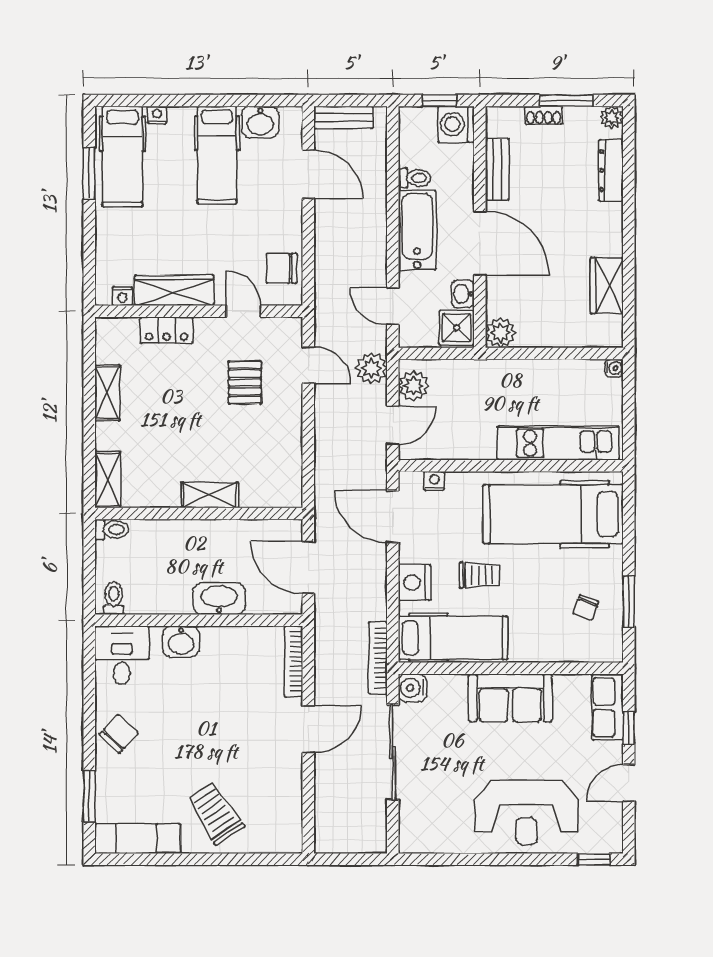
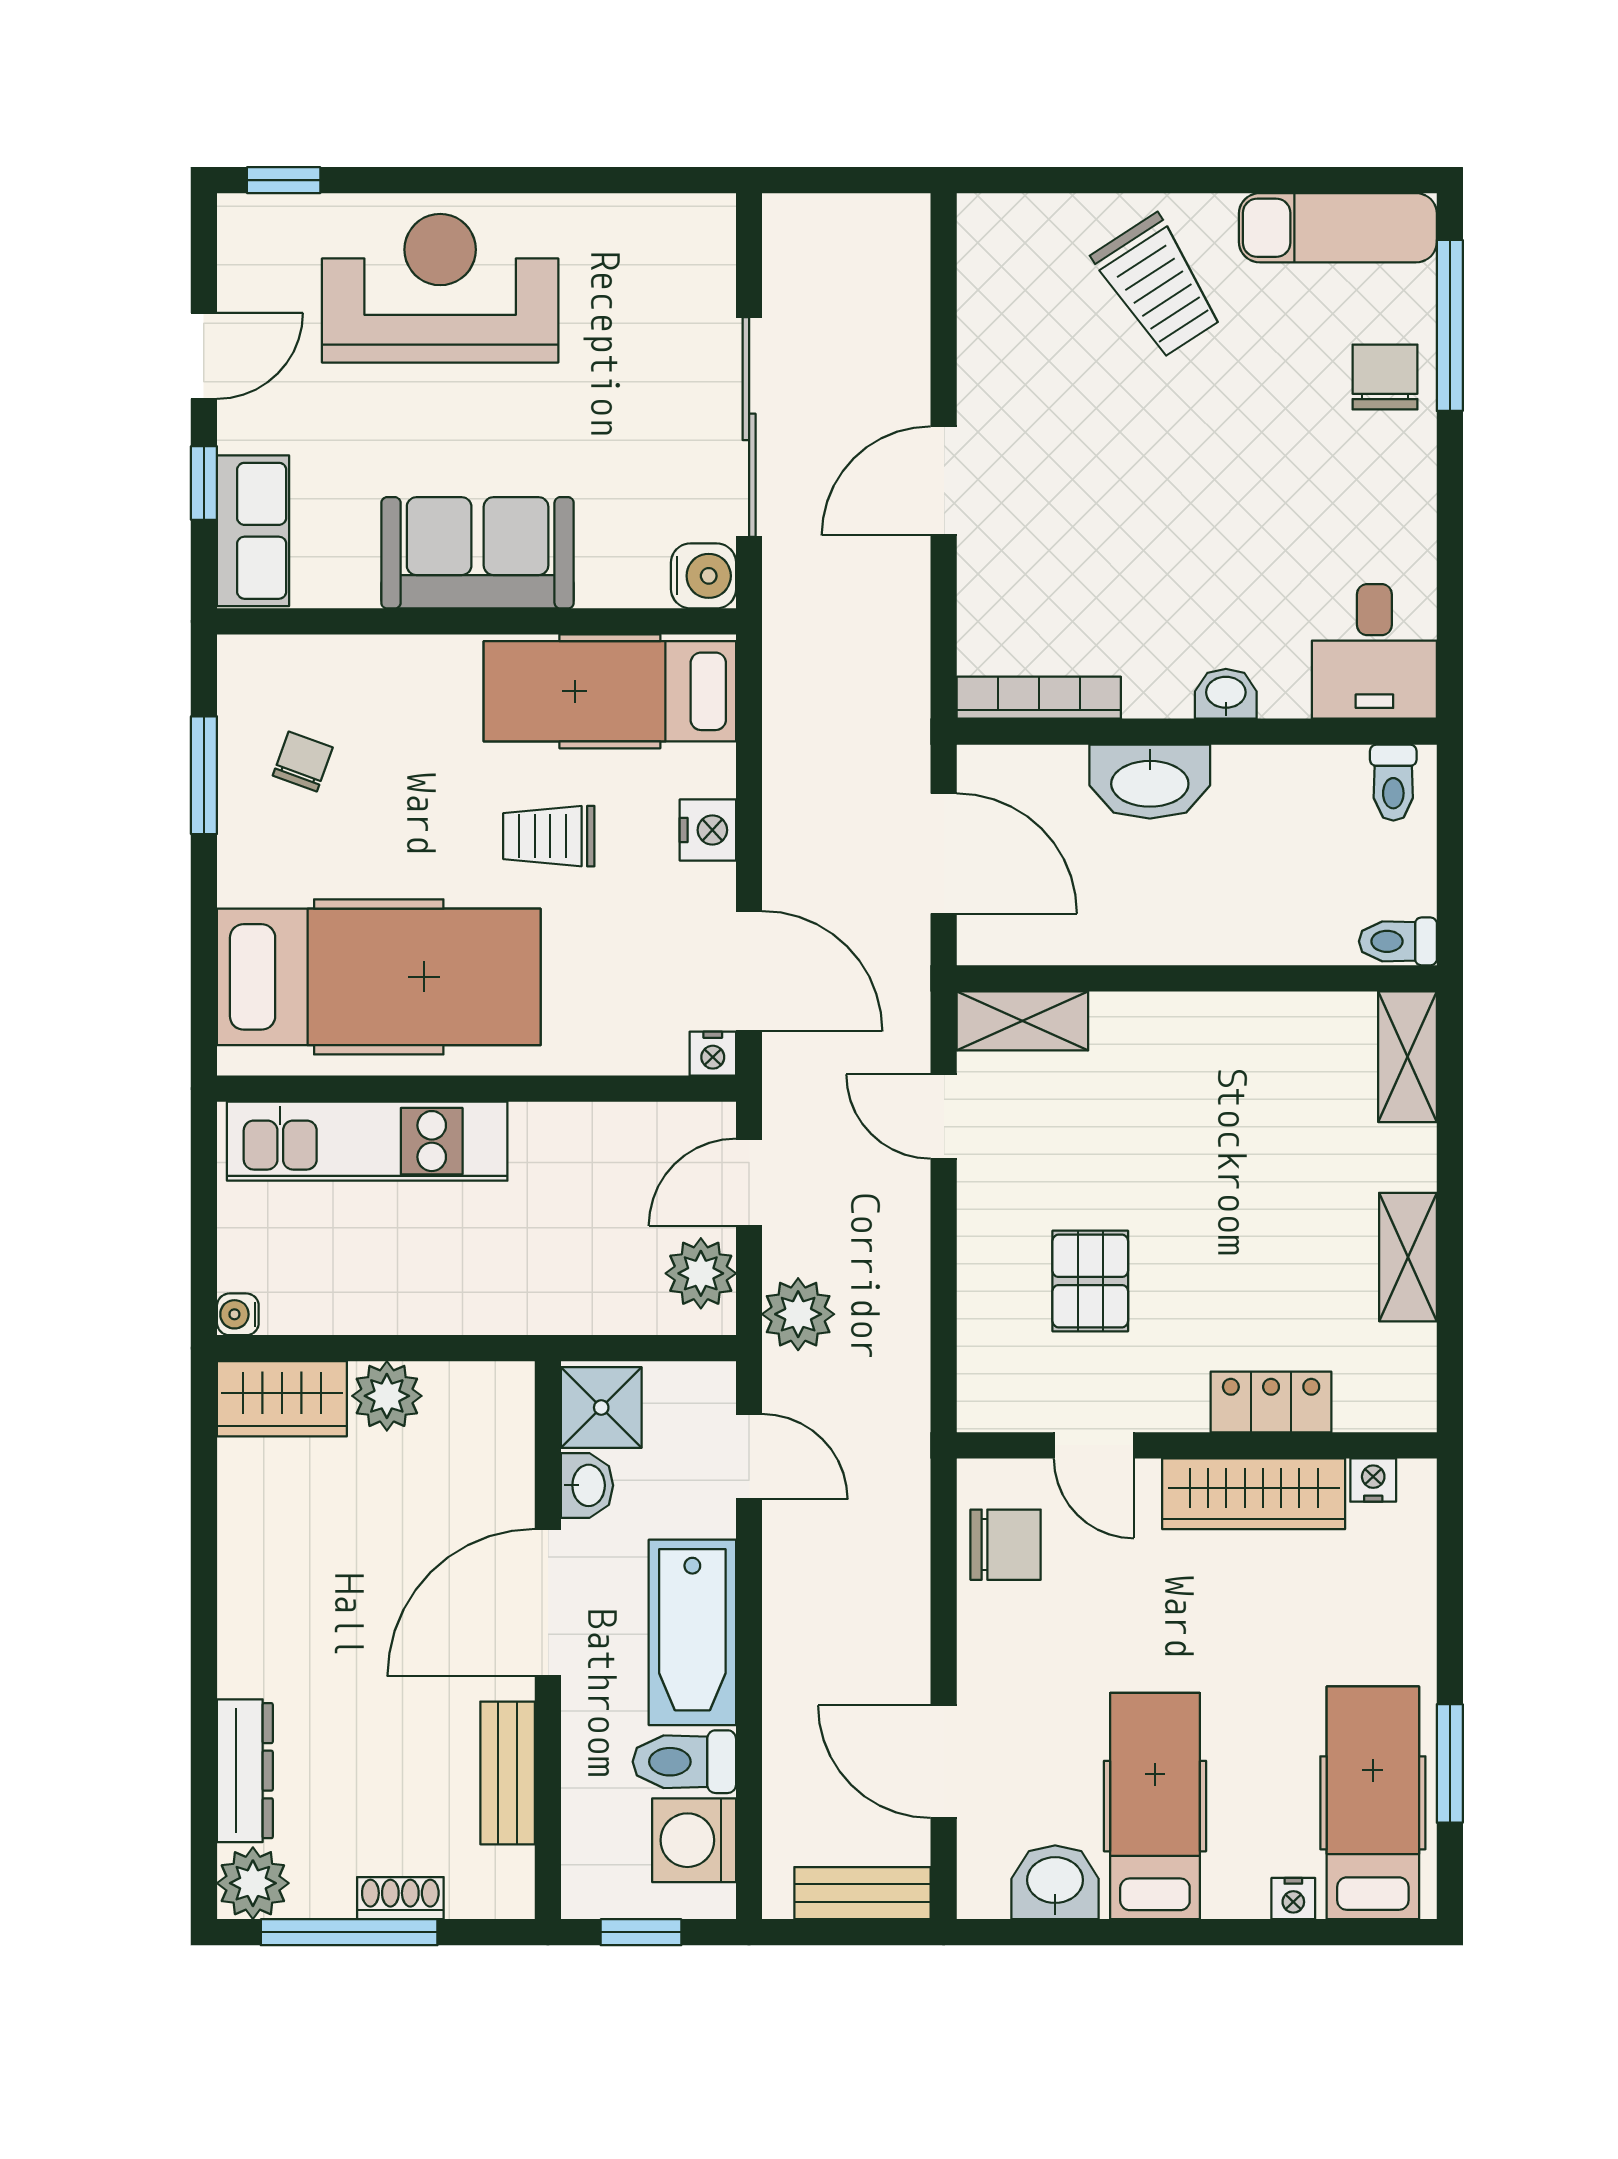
window: (566, 100) -> (349, 1932), width x1.44
plant: (612, 117) -> (253, 1883), width x1.38, depth x1.38
washing machine: (456, 124) -> (694, 1840), moved, turned 180
toilet: (414, 178) -> (684, 1762), width x1.37, depth x1.39
door: (480, 243) -> (548, 1603), hinge flipped
wardrobe: (607, 286) -> (282, 1399), moved, turned 90
plant: (500, 333) -> (387, 1396), moved
door: (308, 365) -> (944, 1116), moved
nightstand: (434, 481) -> (713, 1054), moved
shelving: (210, 495) -> (1022, 1021), moved
nightstand: (414, 583) -> (708, 830), width x0.74, depth x0.75
washbasin: (181, 642) -> (1226, 694), width x0.72, depth x0.69
bookcase: (378, 658) -> (783, 645), removed
bookcase: (294, 662) -> (1039, 698), moved, turned -90
chair: (119, 734) -> (1385, 377), moved, turned 137
window: (89, 796) -> (1450, 325), width x1.44

